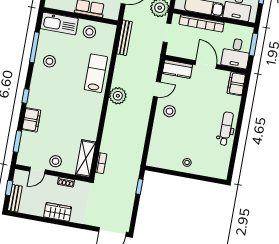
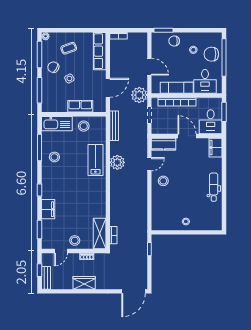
plant: (118, 96) -> (117, 162), moved

